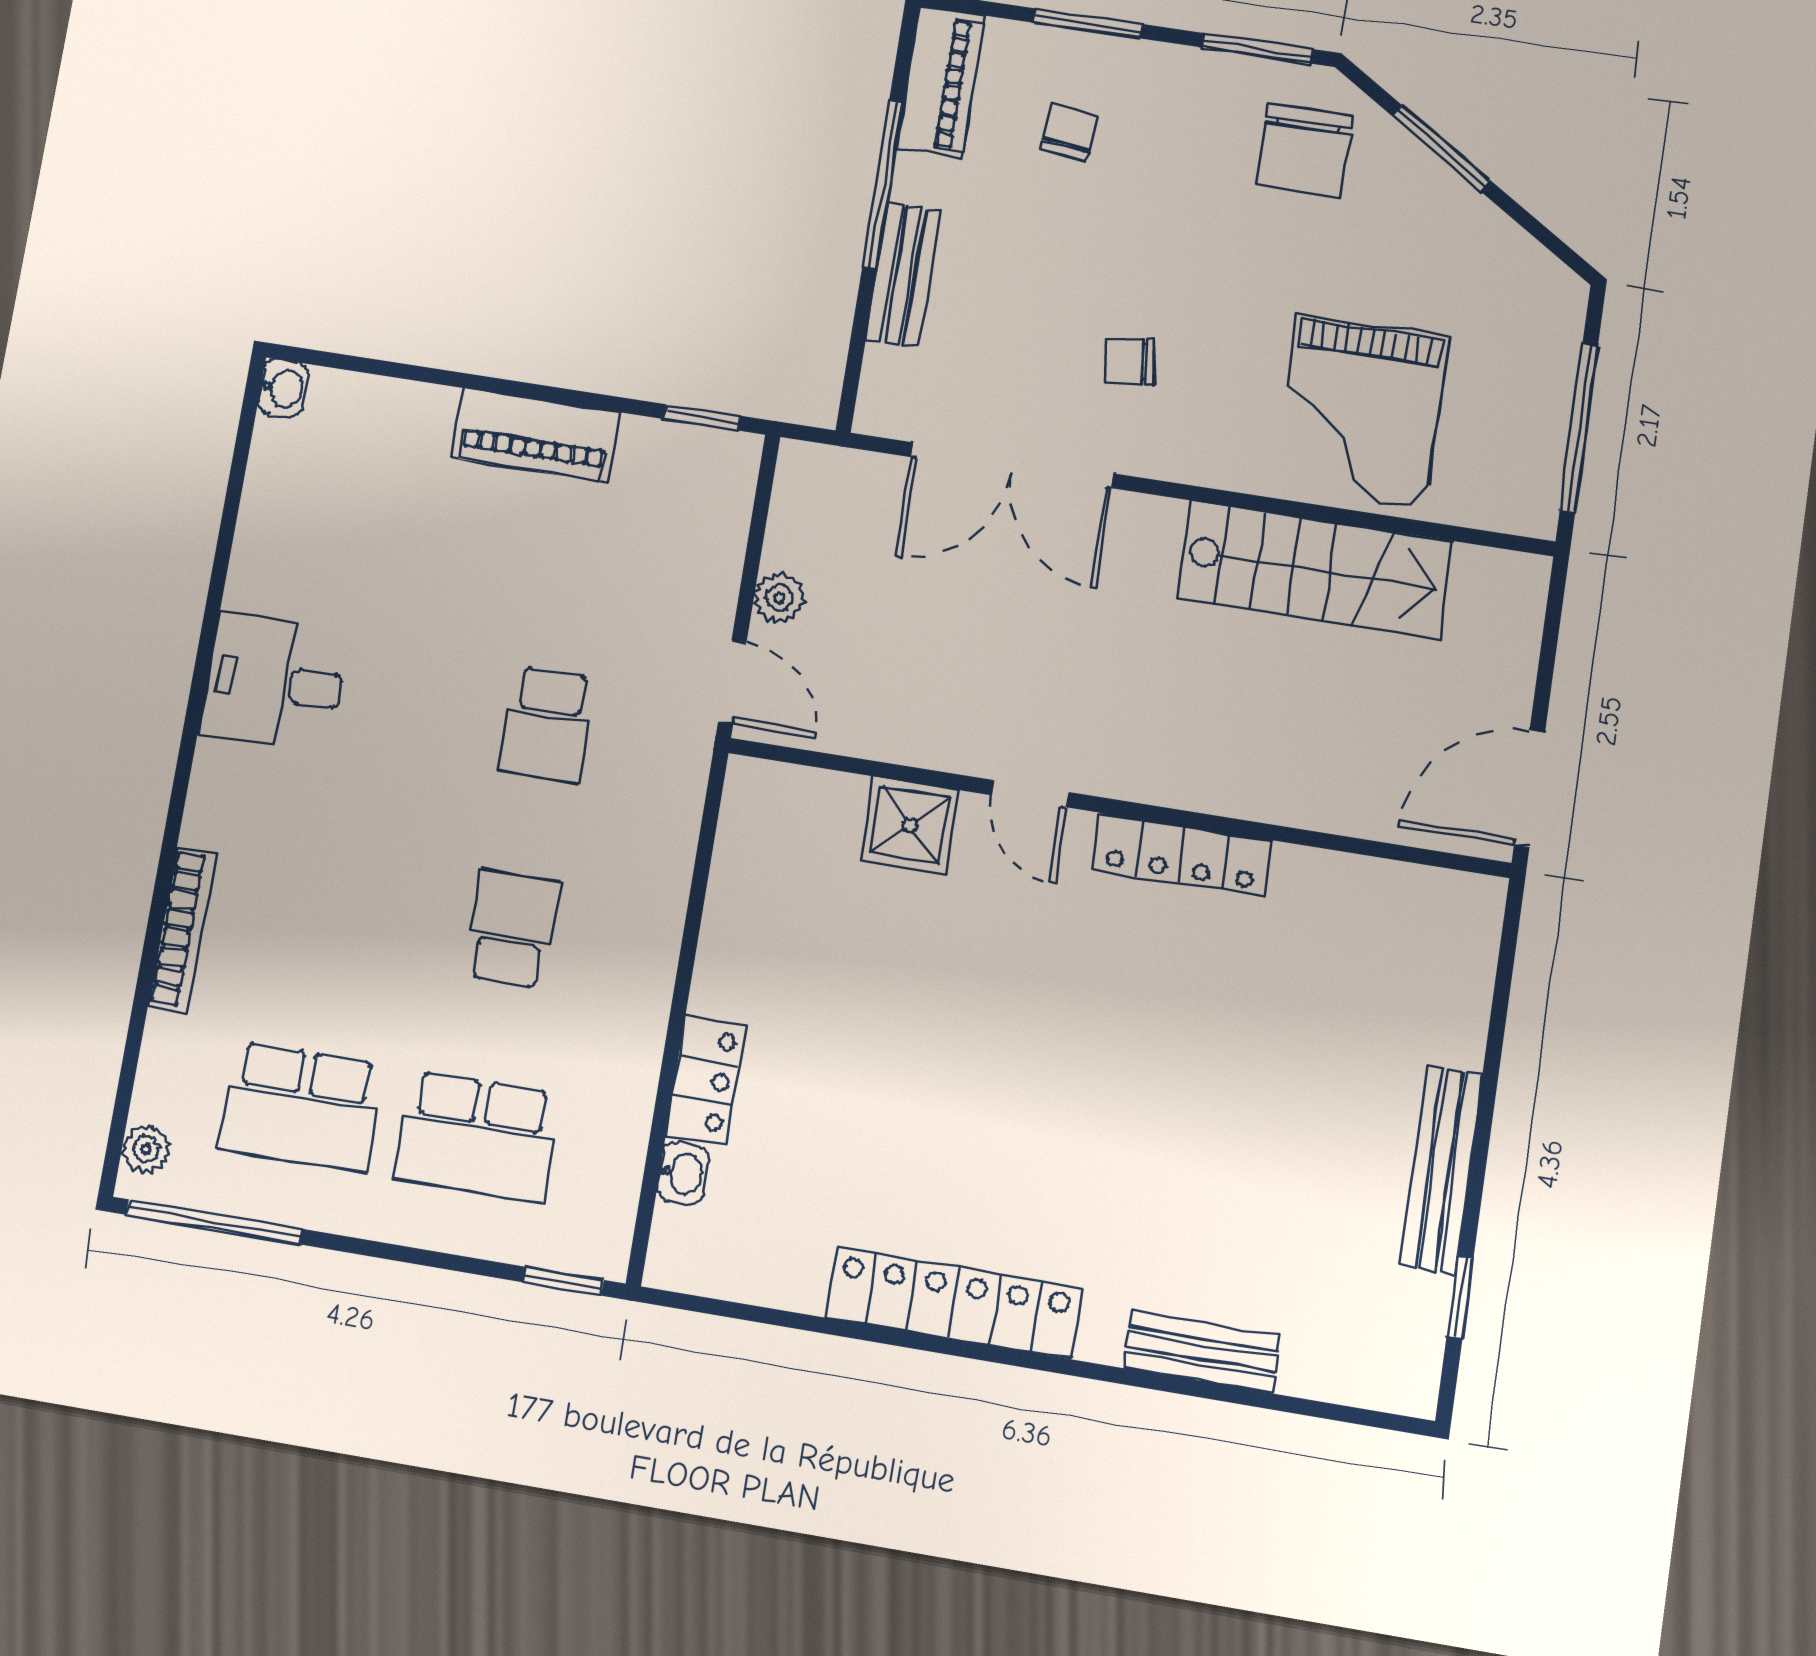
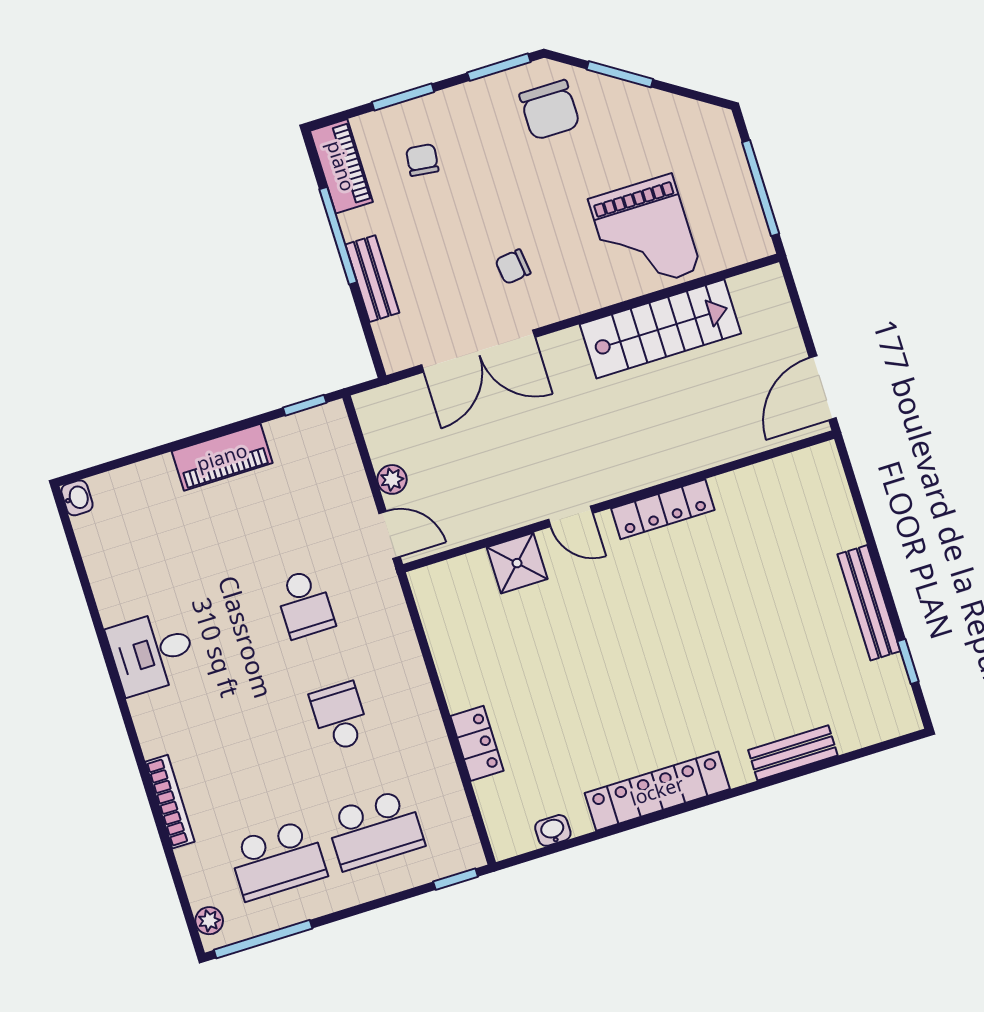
washbasin: (683, 1173) -> (553, 830), moved, turned -90

